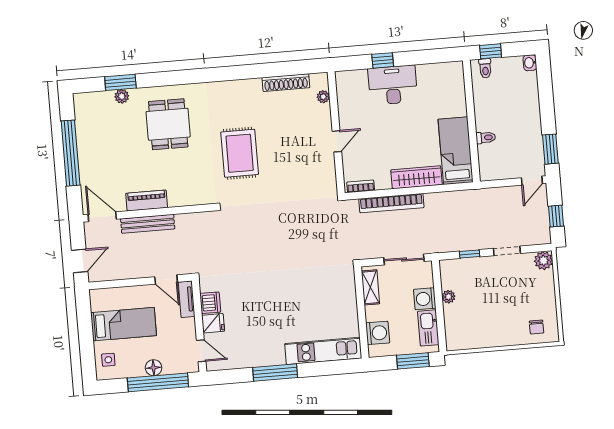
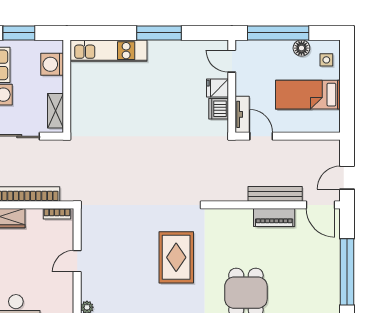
door: (80, 261) -> (347, 178), moved
floor lamp: (154, 368) -> (301, 48), moved

